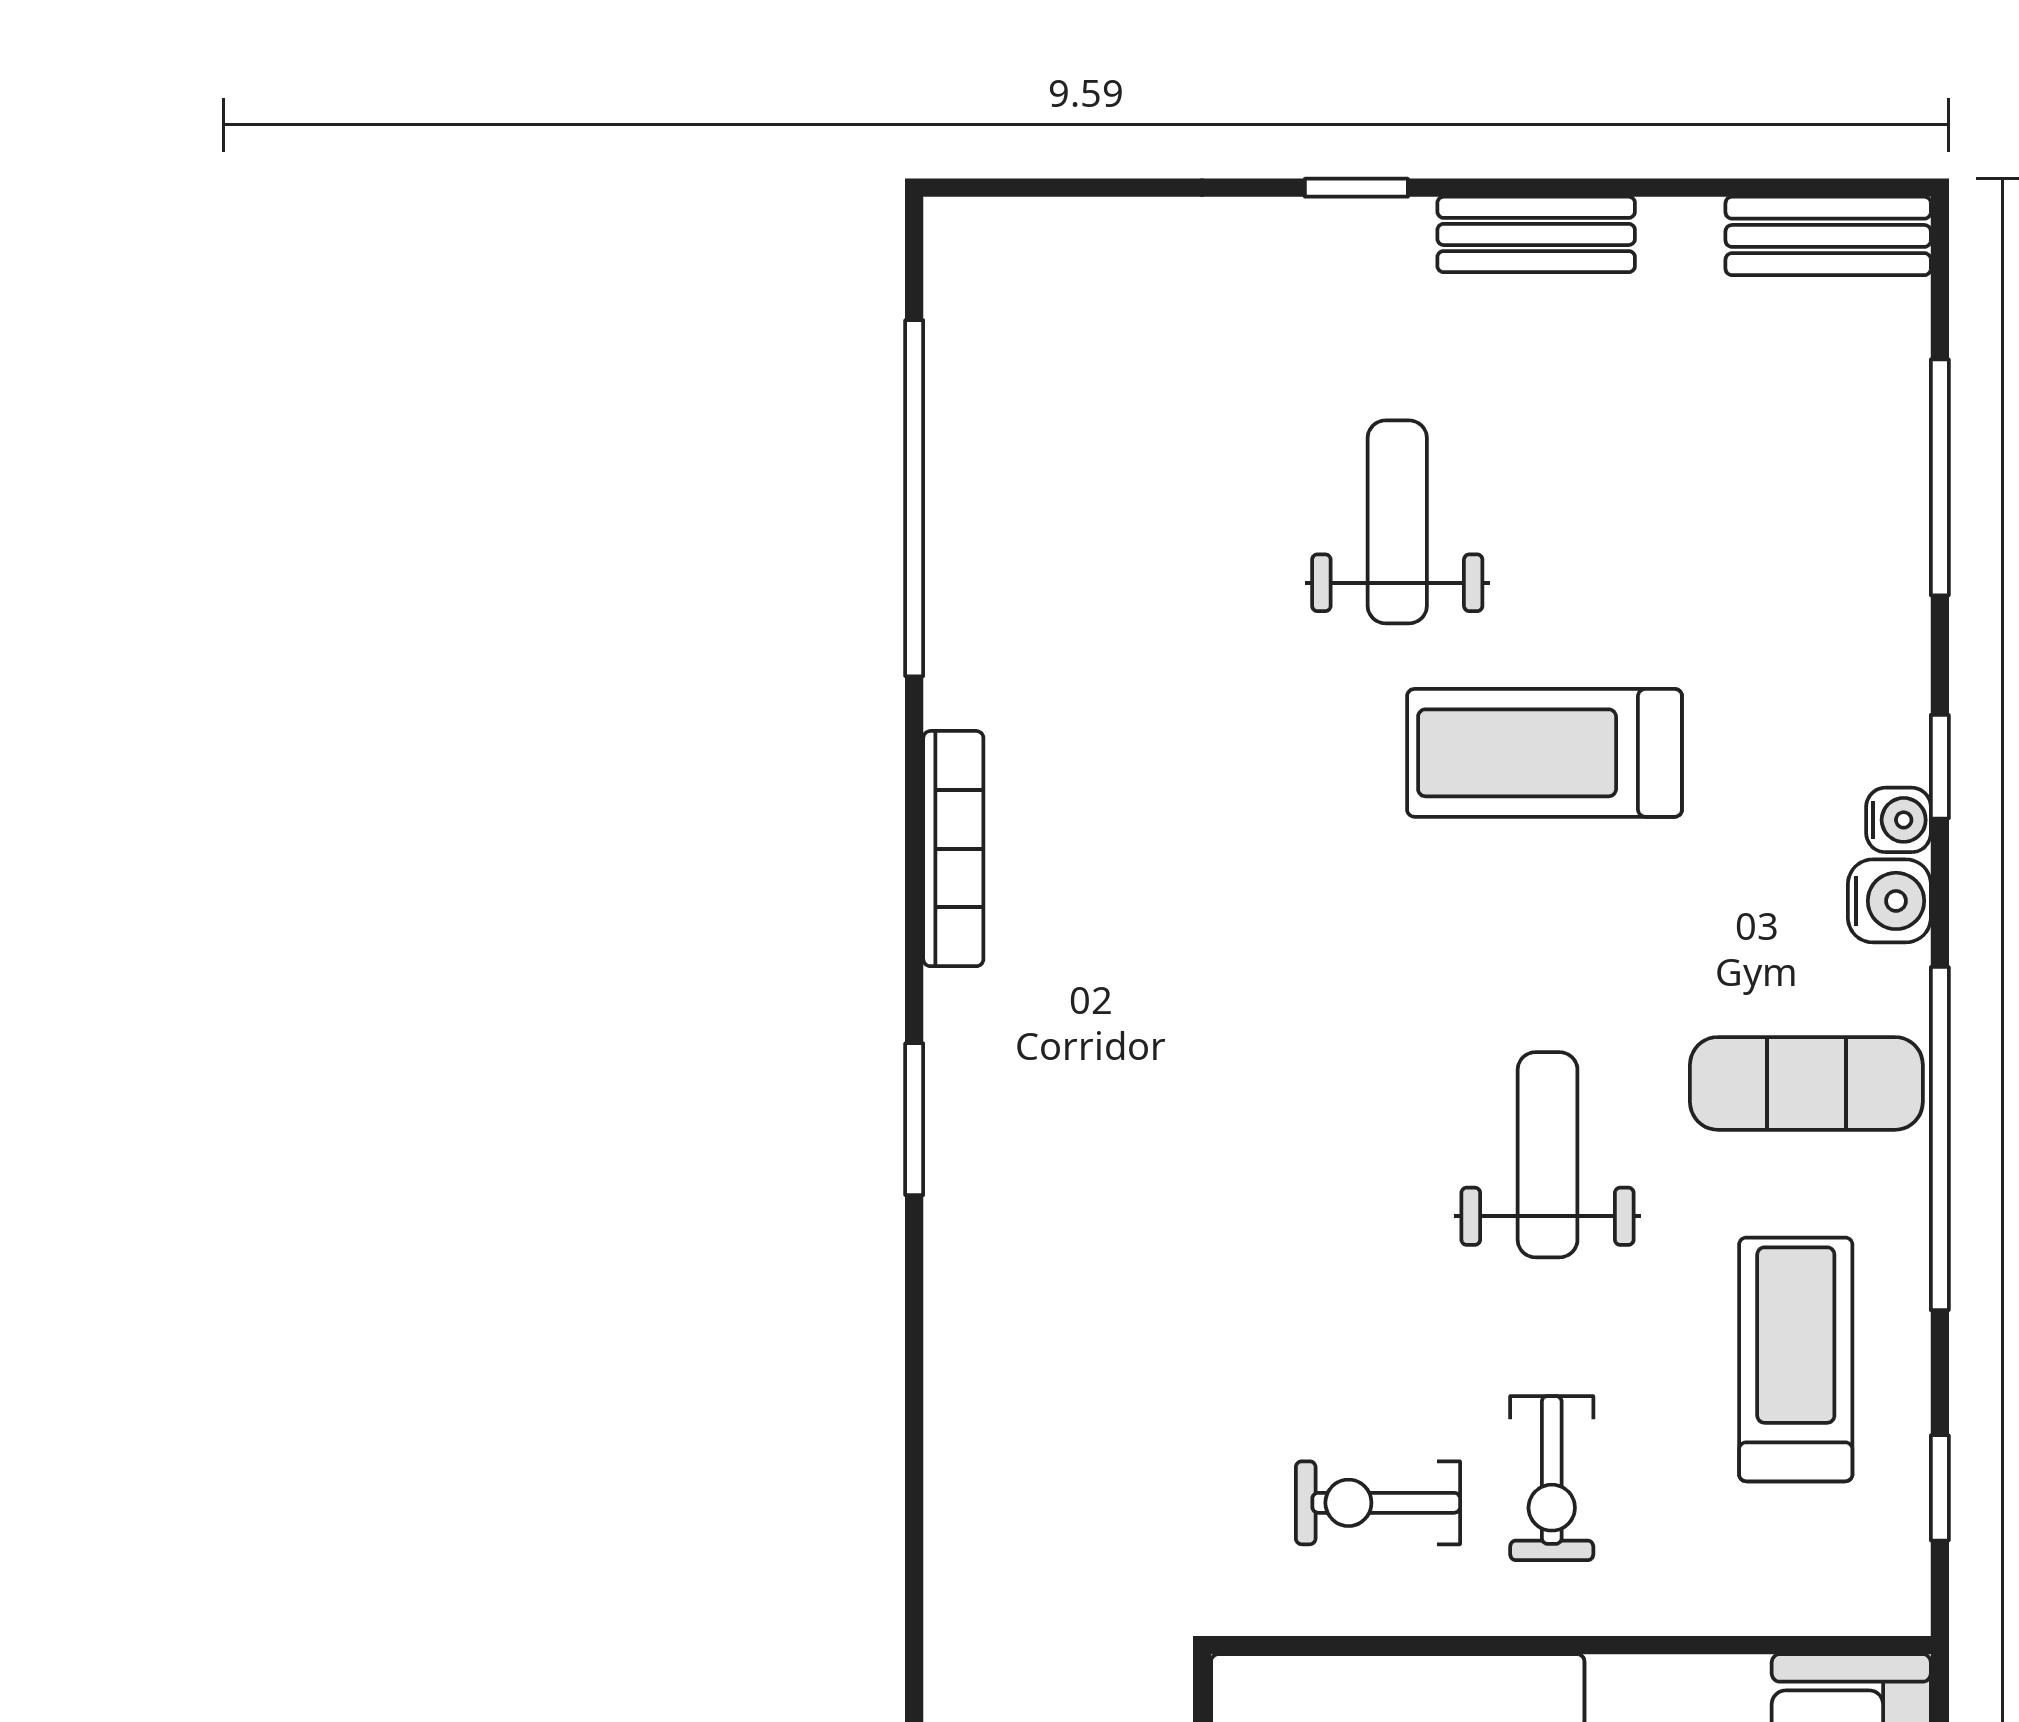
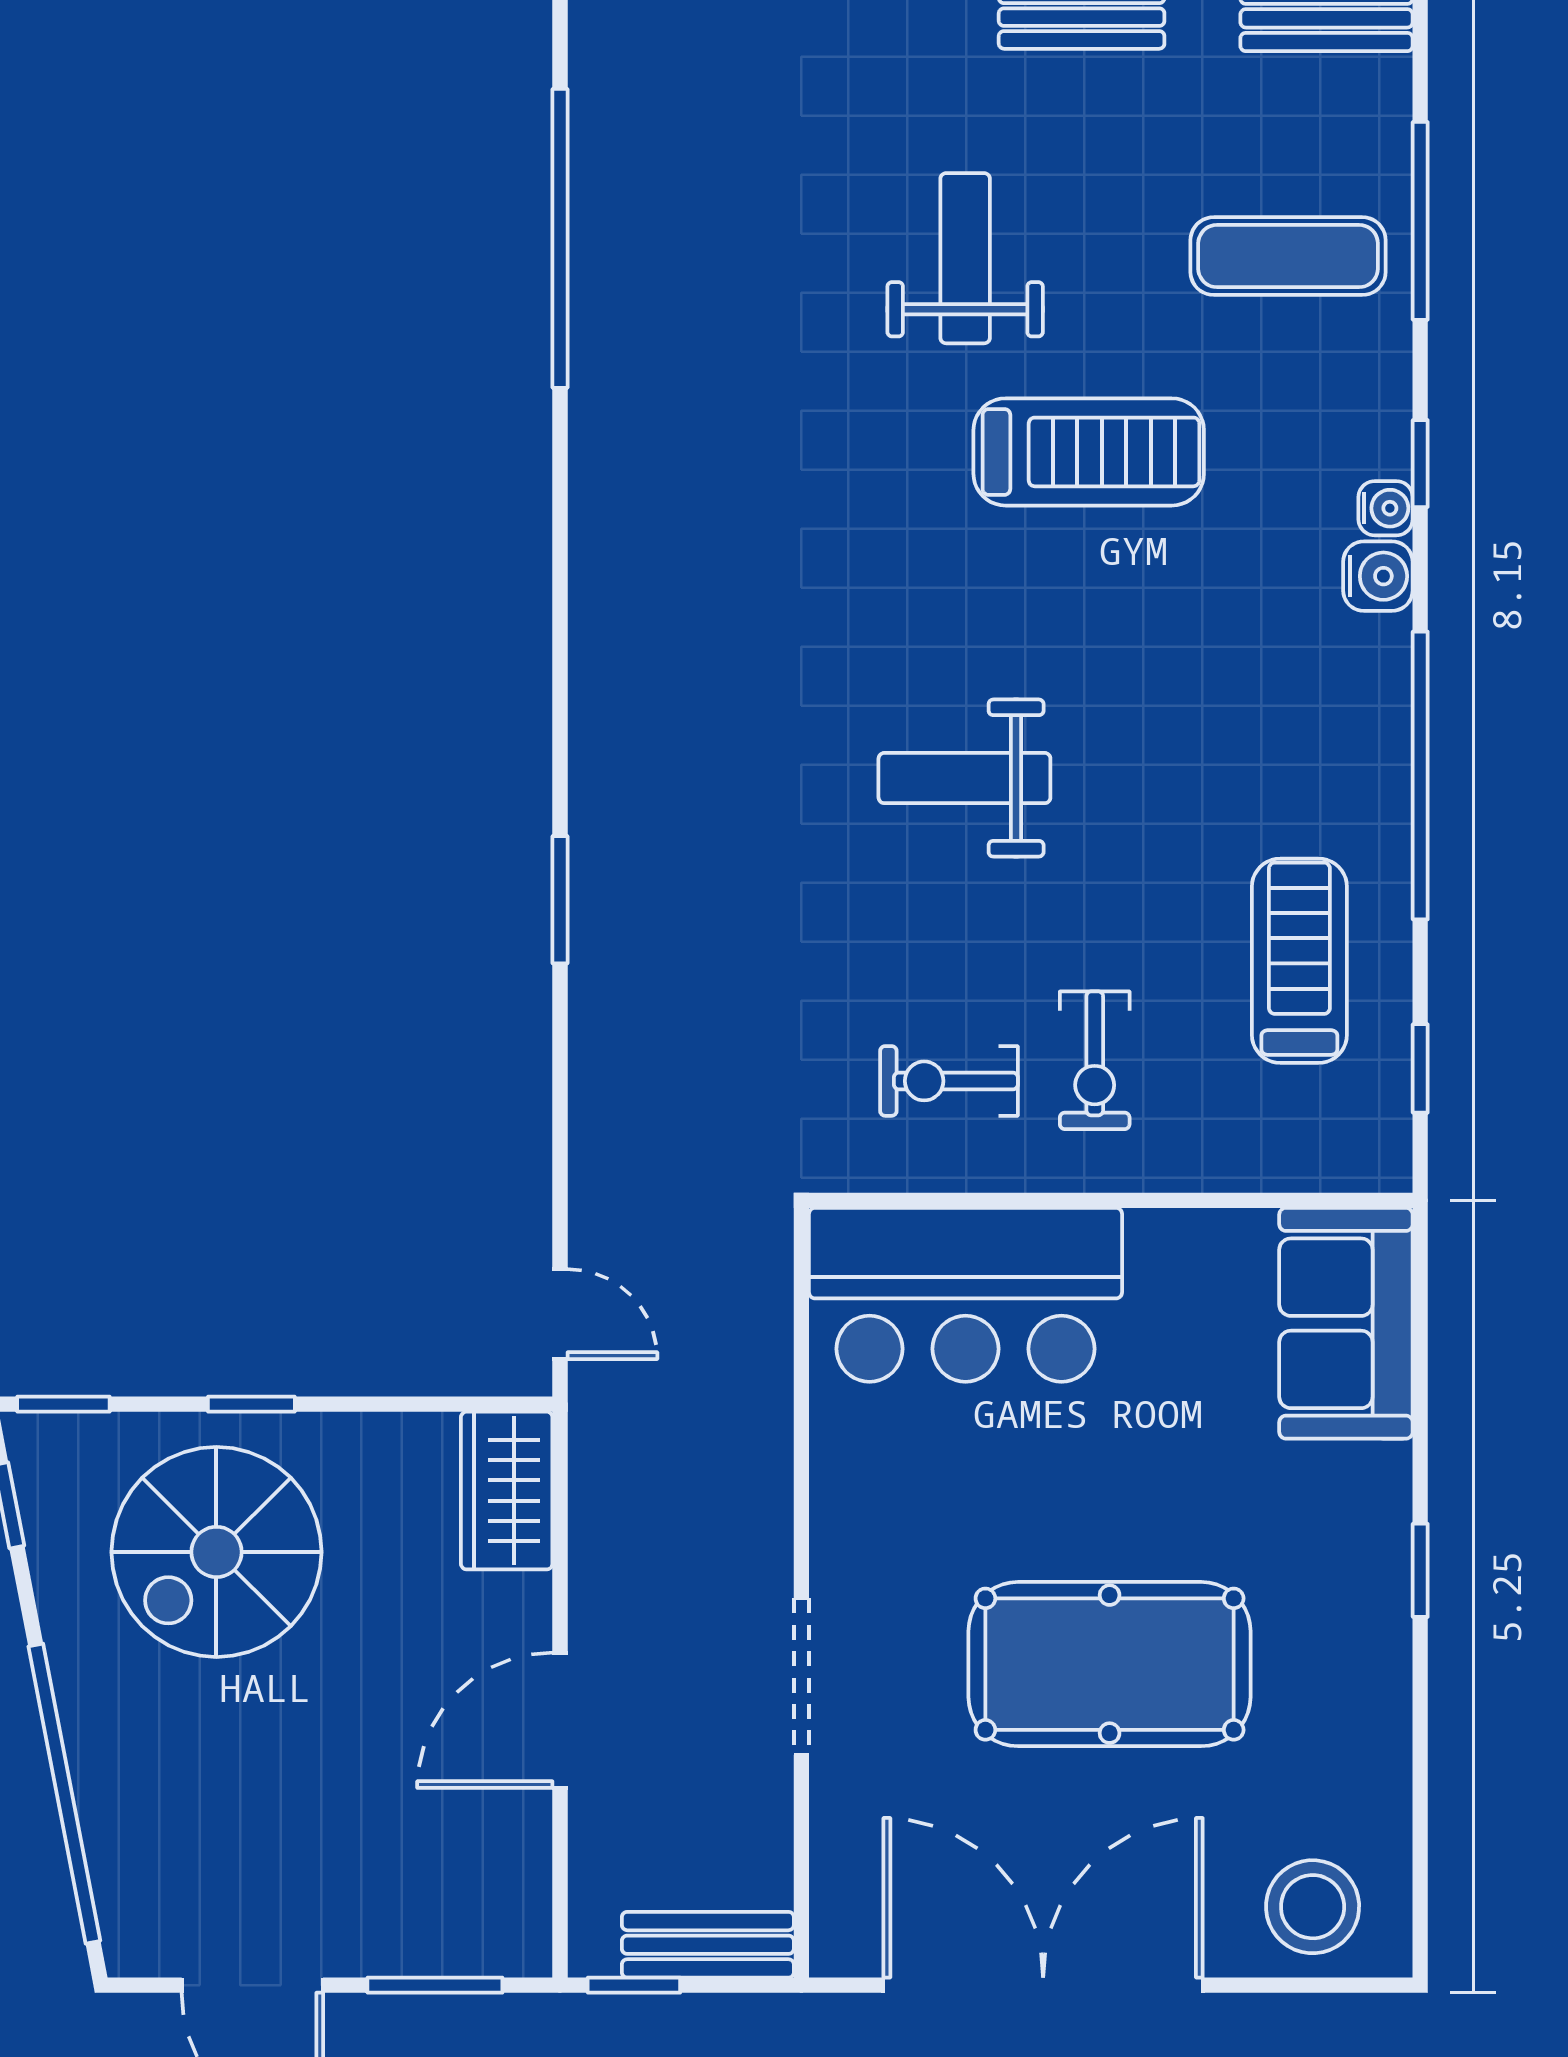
treadmill: (1545, 753) -> (1089, 452), turned 180
bookcase: (953, 849) -> (593, 532), removed
exercise mat: (1806, 1083) -> (1288, 256), moved
window: (914, 1119) -> (560, 900), moved
weight bench: (1548, 1155) -> (964, 778), moved, turned -90

